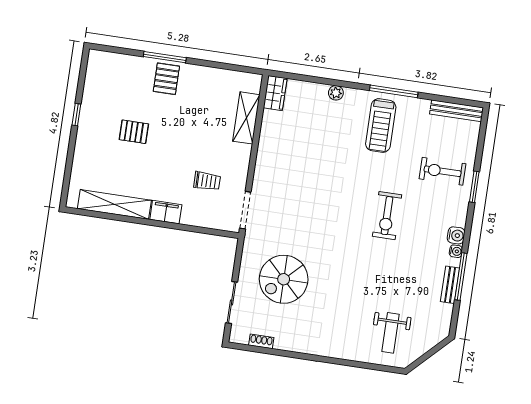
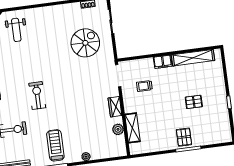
wardrobe: (275, 93) -> (115, 107), moved
plant: (271, 122) -> (118, 129), added
weight bench: (391, 333) -> (16, 30), turned 180

